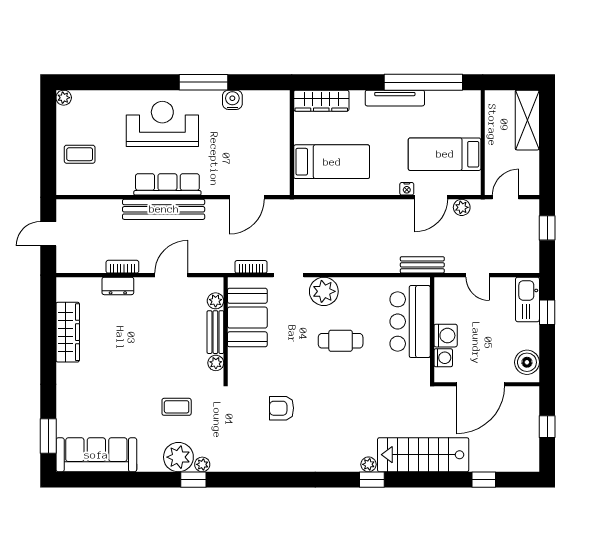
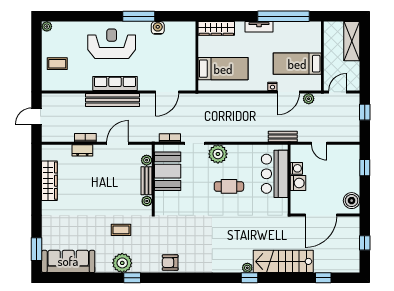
tv unit: (395, 98) -> (259, 27), width x0.71
kitchen sink: (527, 299) -> (352, 159), removed
washing machine: (443, 358) -> (296, 168), moved
armchair: (282, 408) -> (170, 263), moved
plant: (202, 464) -> (138, 268), removed

